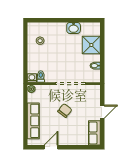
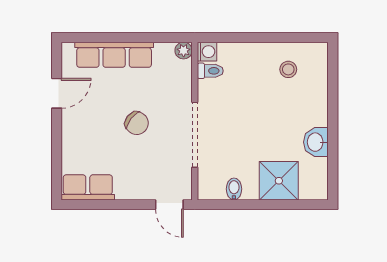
door: (102, 112) -> (169, 205), moved
door: (51, 147) -> (57, 93), hinge flipped

